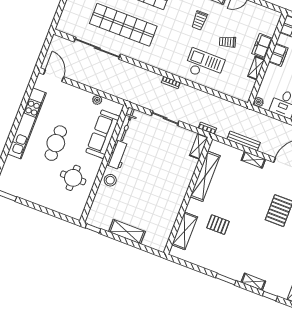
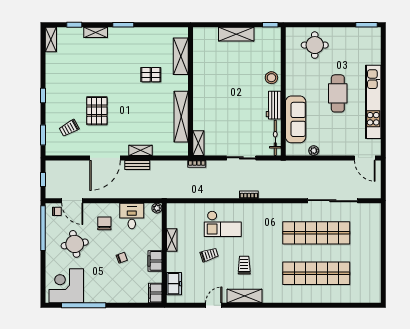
freezer: (262, 46) -> (174, 284), moved
bench: (244, 141) -> (137, 165), moved, width x0.73
round table: (73, 178) -> (315, 45), moved

